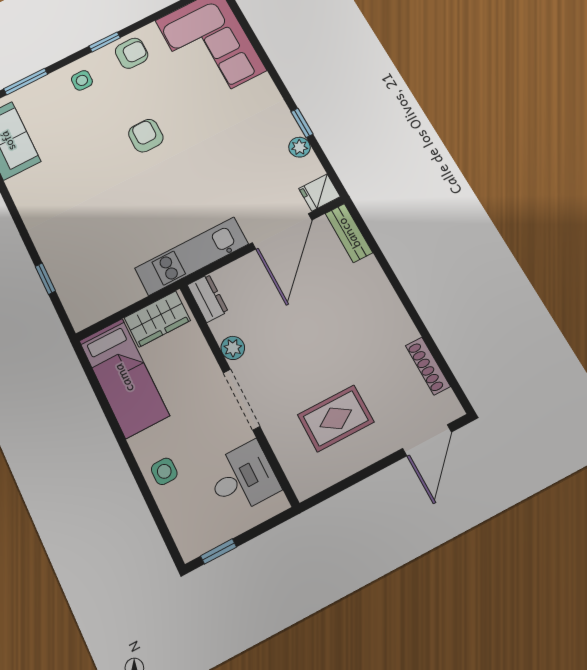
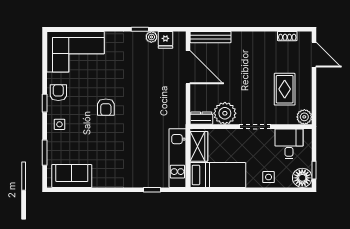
armchair: (146, 136) -> (106, 107), turned -90
fridge: (319, 193) -> (165, 40), moved
bench: (349, 233) -> (211, 37), width x1.36
kitchen unit: (192, 256) -> (177, 158), moved
plant: (233, 348) -> (225, 113), width x1.87, depth x1.87
shoe rack: (428, 366) -> (287, 36), width x0.70
plant: (306, 481) -> (304, 117), added
floor lamp: (194, 536) -> (302, 178), added

